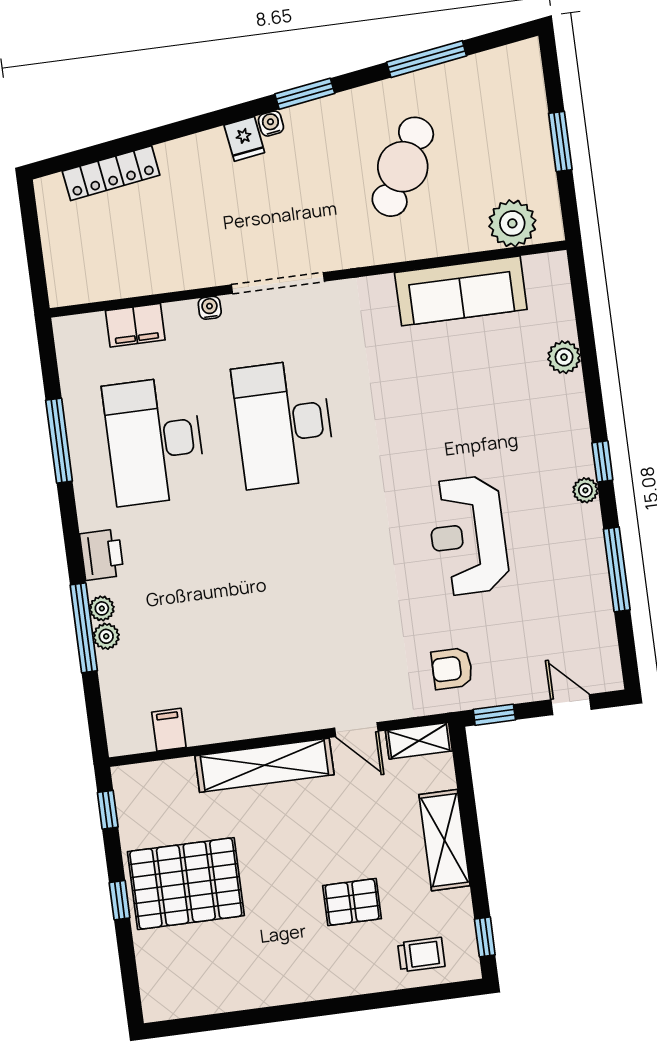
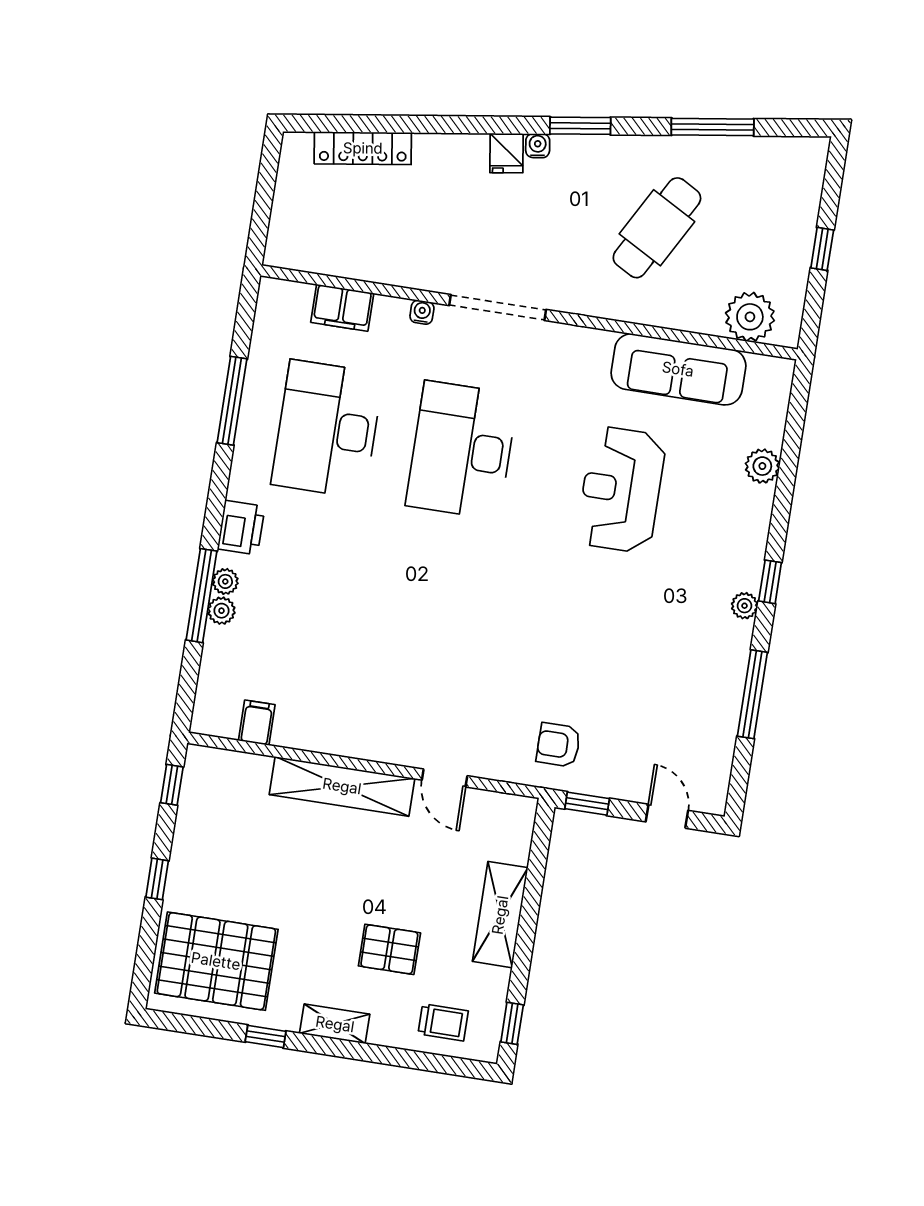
window: (560, 141) -> (822, 249), width x0.67
reception desk: (468, 536) -> (621, 490), moved
shelving: (419, 741) -> (335, 1024), moved
pallet: (186, 884) -> (216, 961), moved
window: (262, 1016) -> (266, 1037), added

